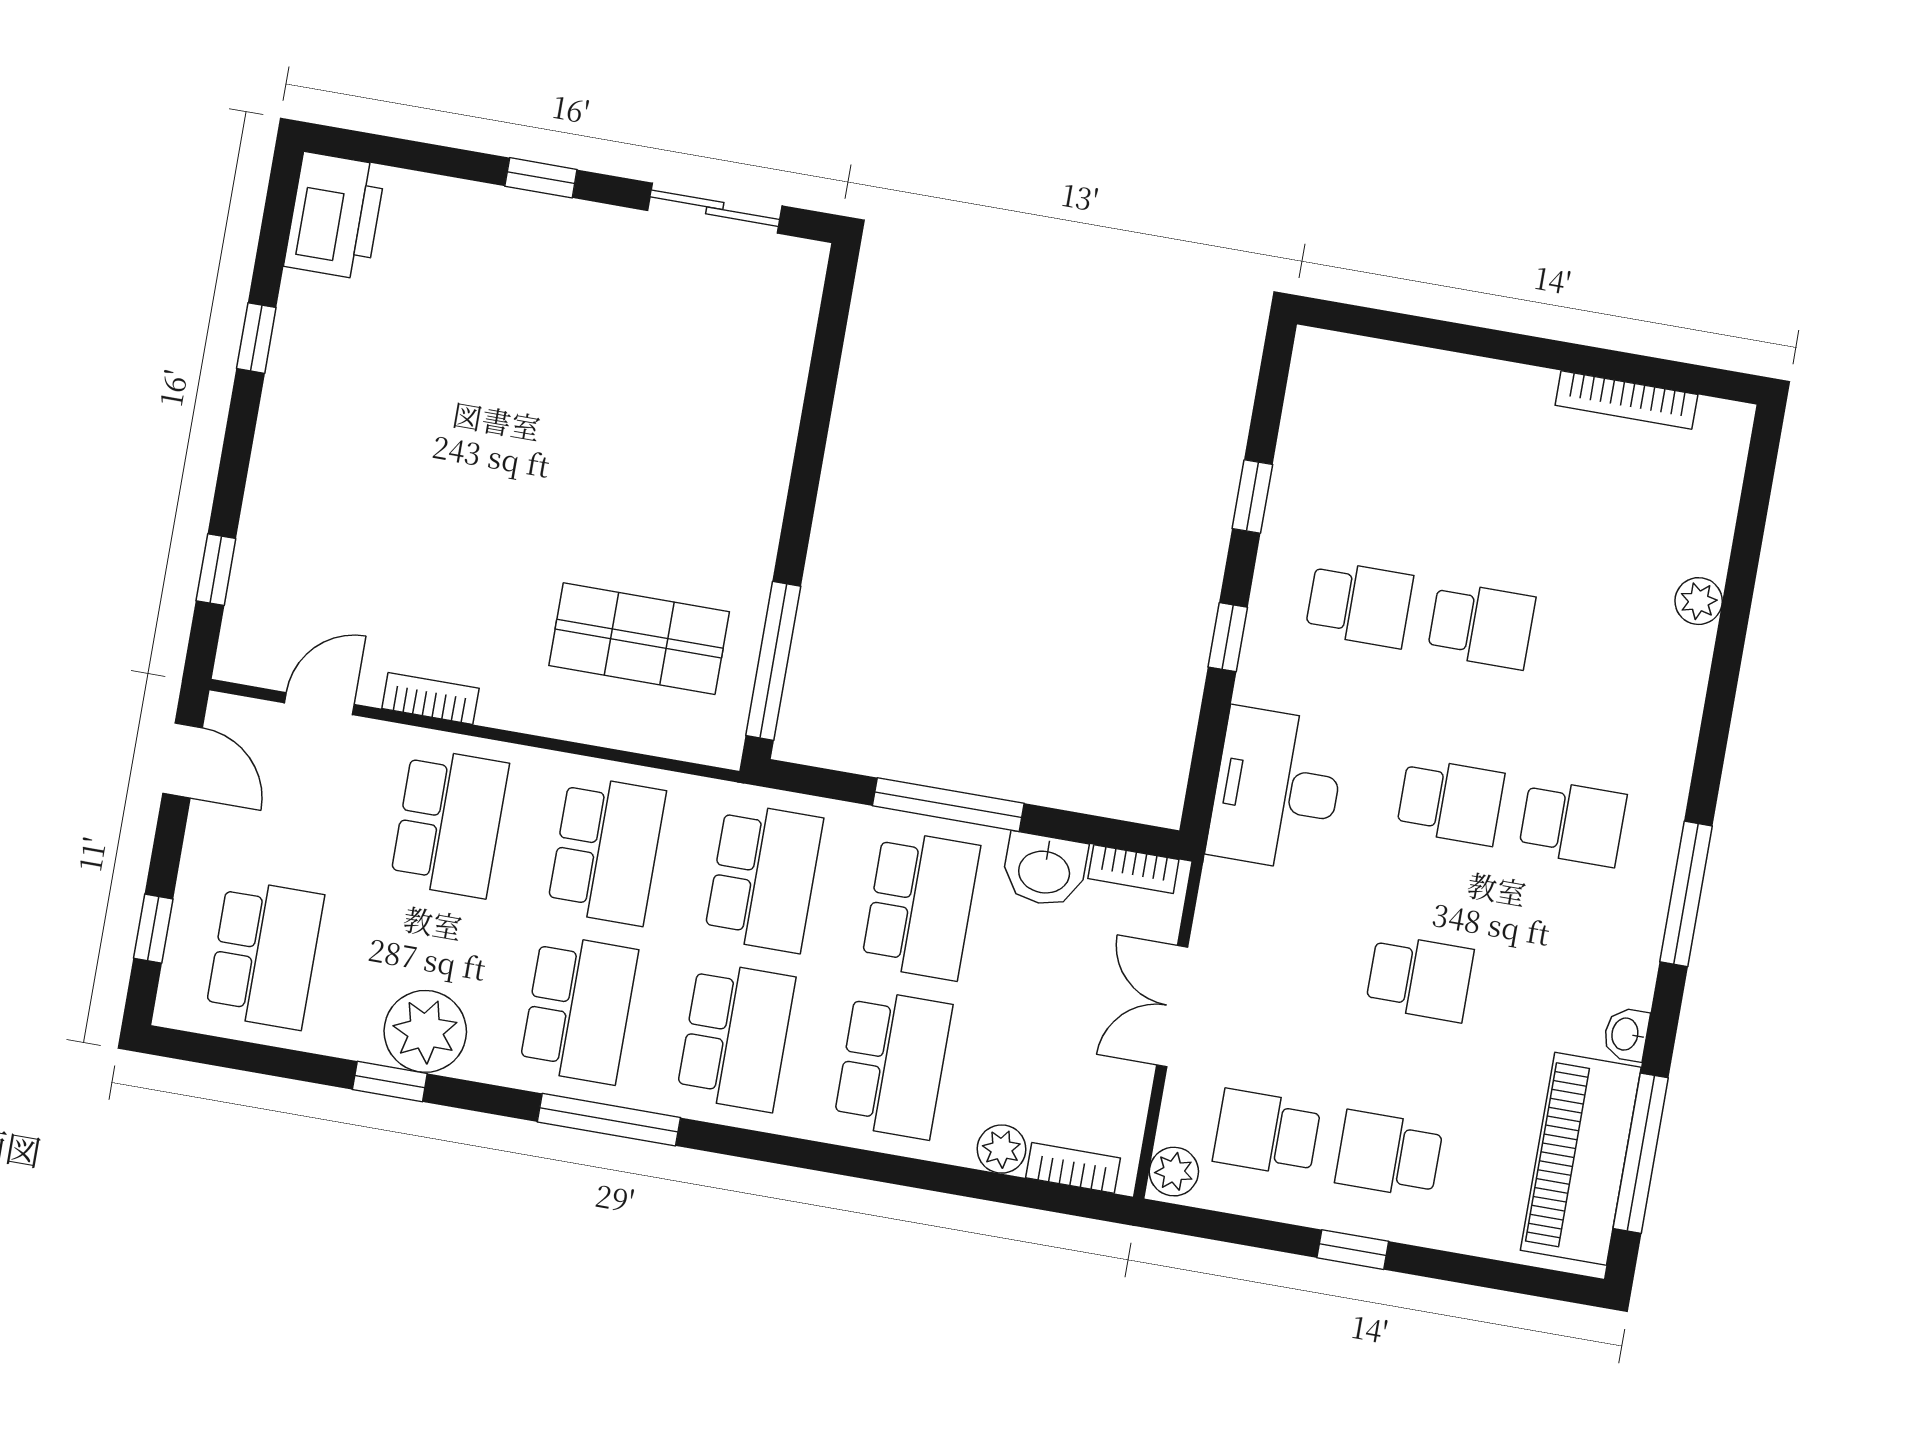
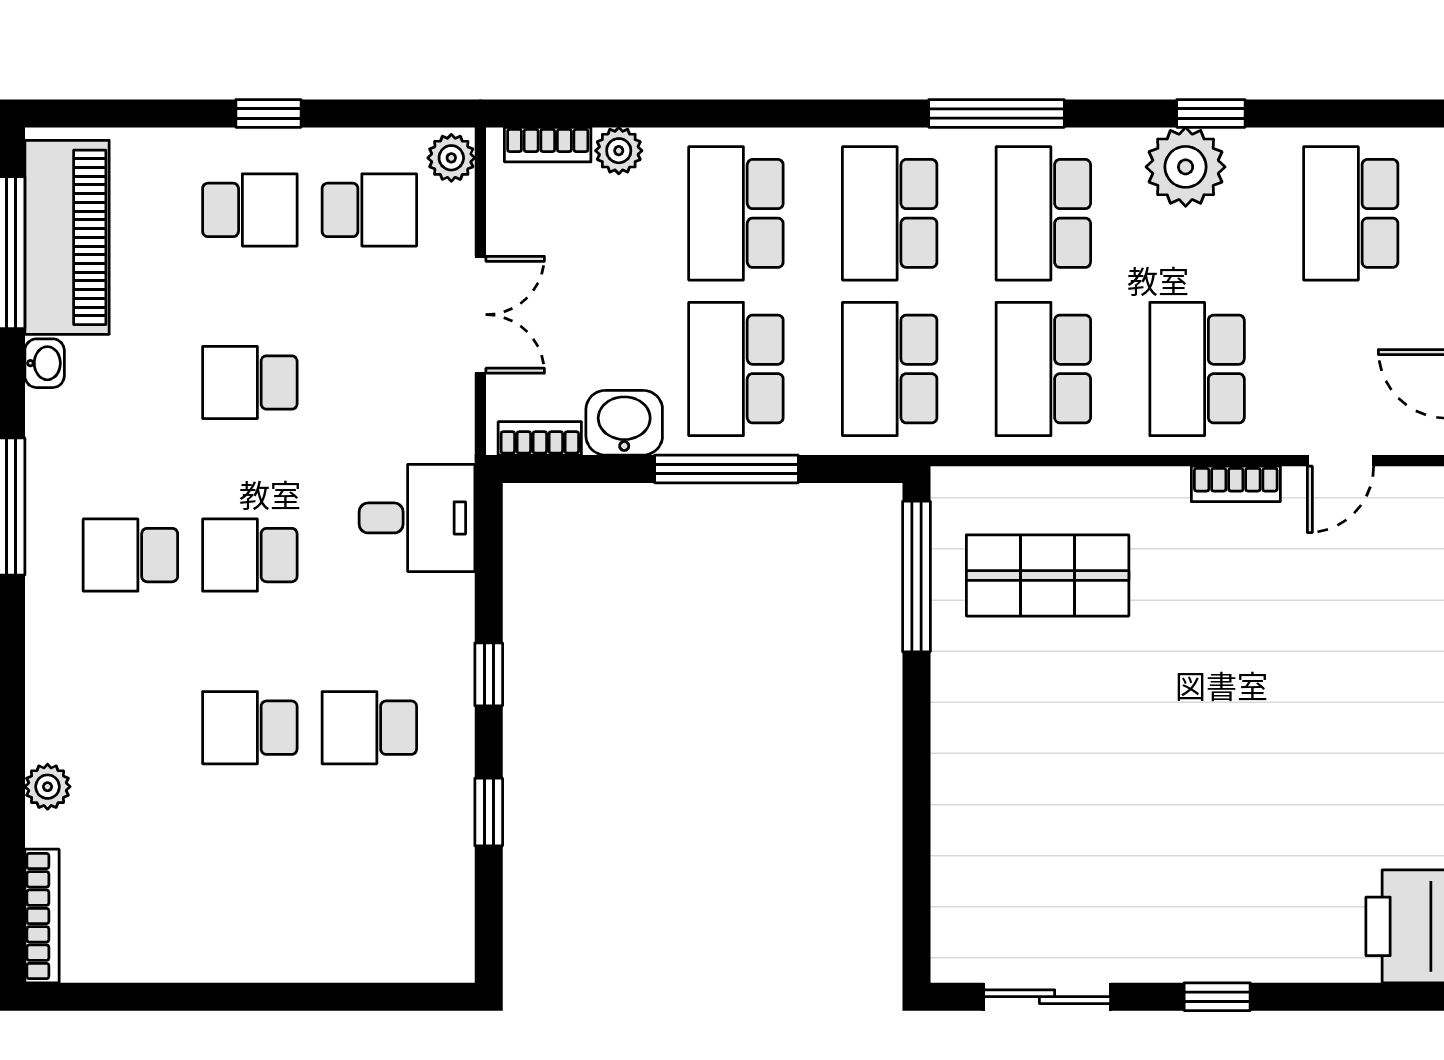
bookcase: (1626, 400) -> (42, 916), moved, turned 90
desk: (1277, 789) -> (417, 518), width x0.73

